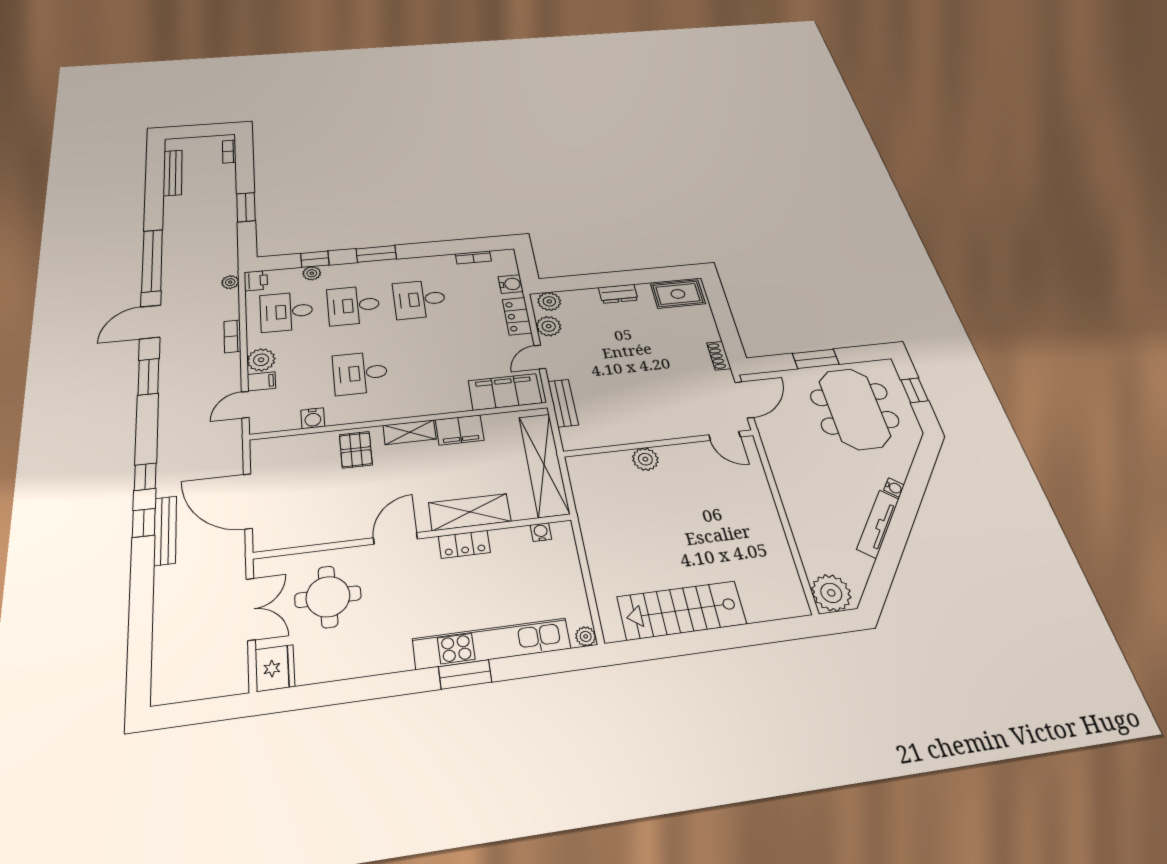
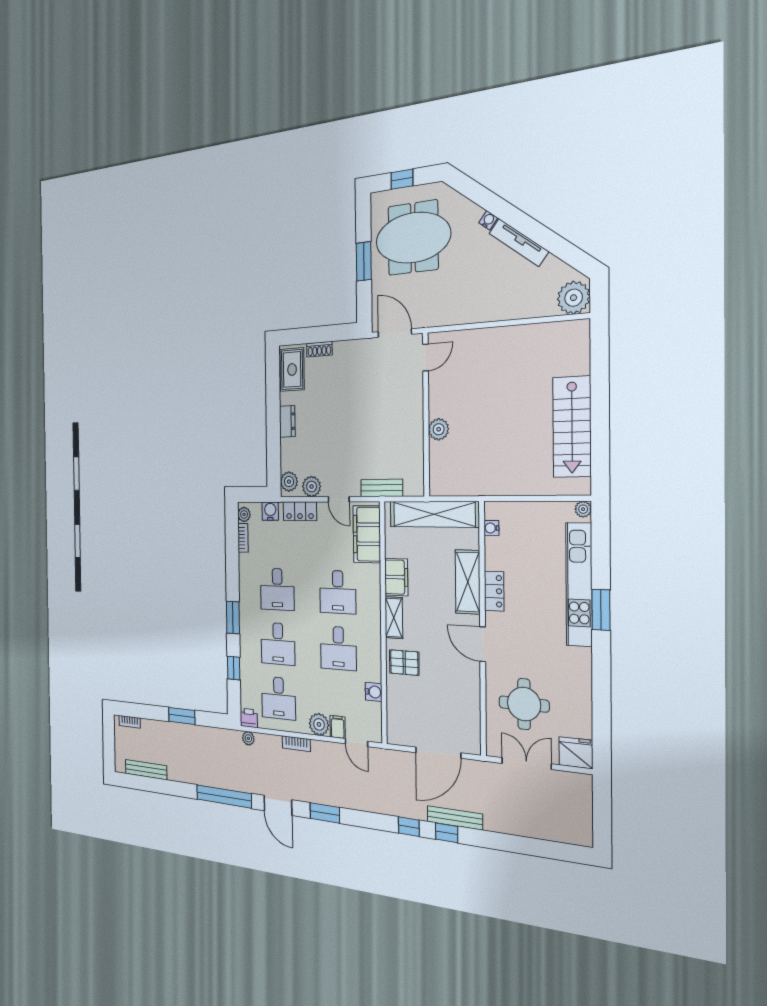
plant: (312, 273) -> (244, 514), moved
shoe rack: (719, 356) -> (319, 349), moved
desk: (429, 366) -> (338, 592), added

